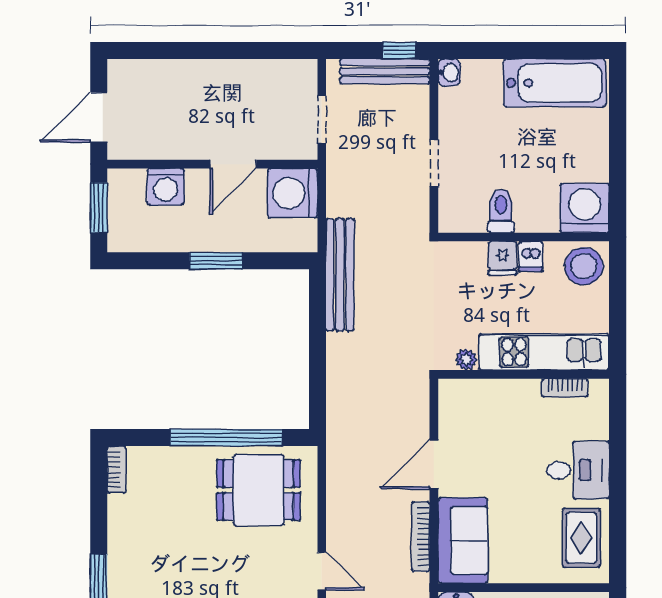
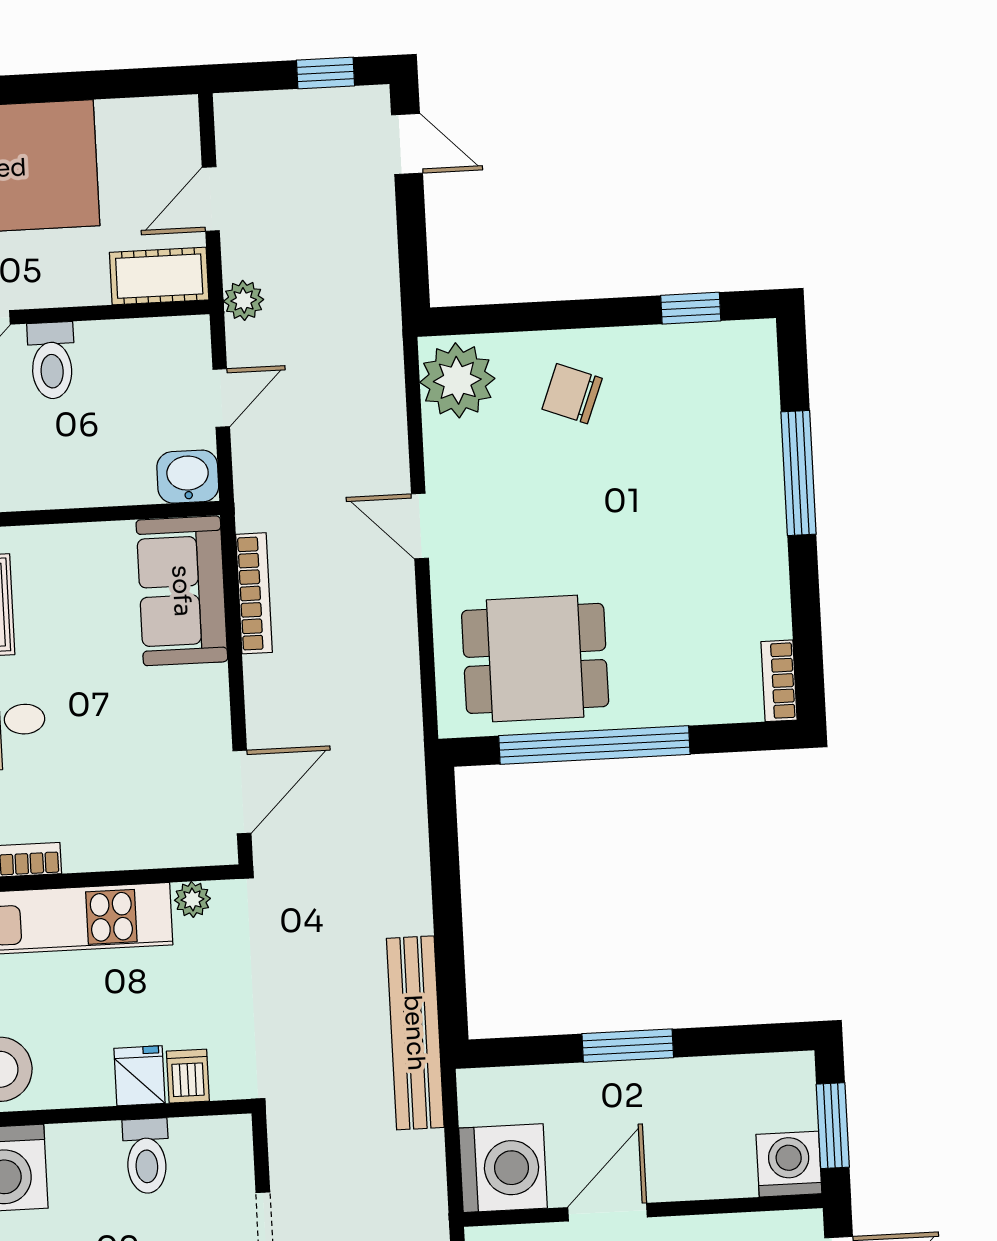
washing machine: (166, 187) -> (789, 1164), moved
dishwasher: (531, 256) -> (188, 1076), moved
door: (434, 465) -> (242, 792), moved

